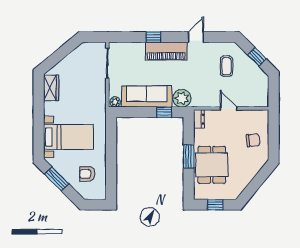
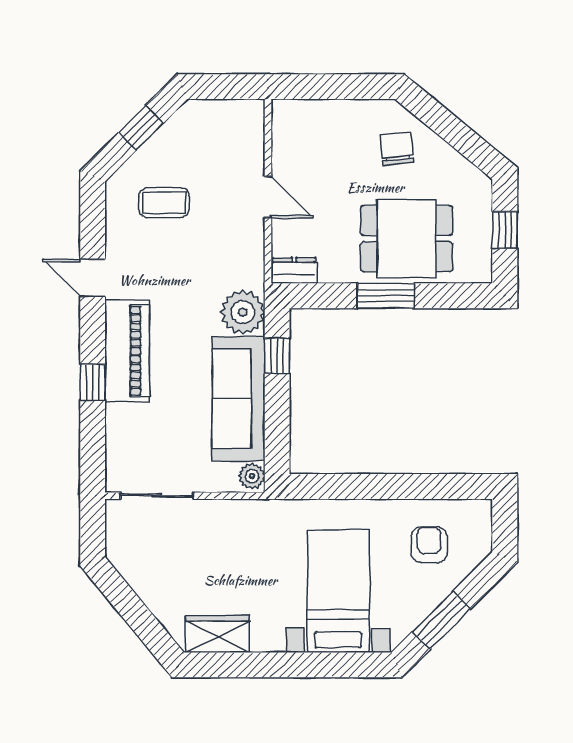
door: (229, 108) -> (268, 197), swing flipped
chair: (253, 140) -> (397, 149), moved
armchair: (87, 174) -> (429, 545), turned 180

